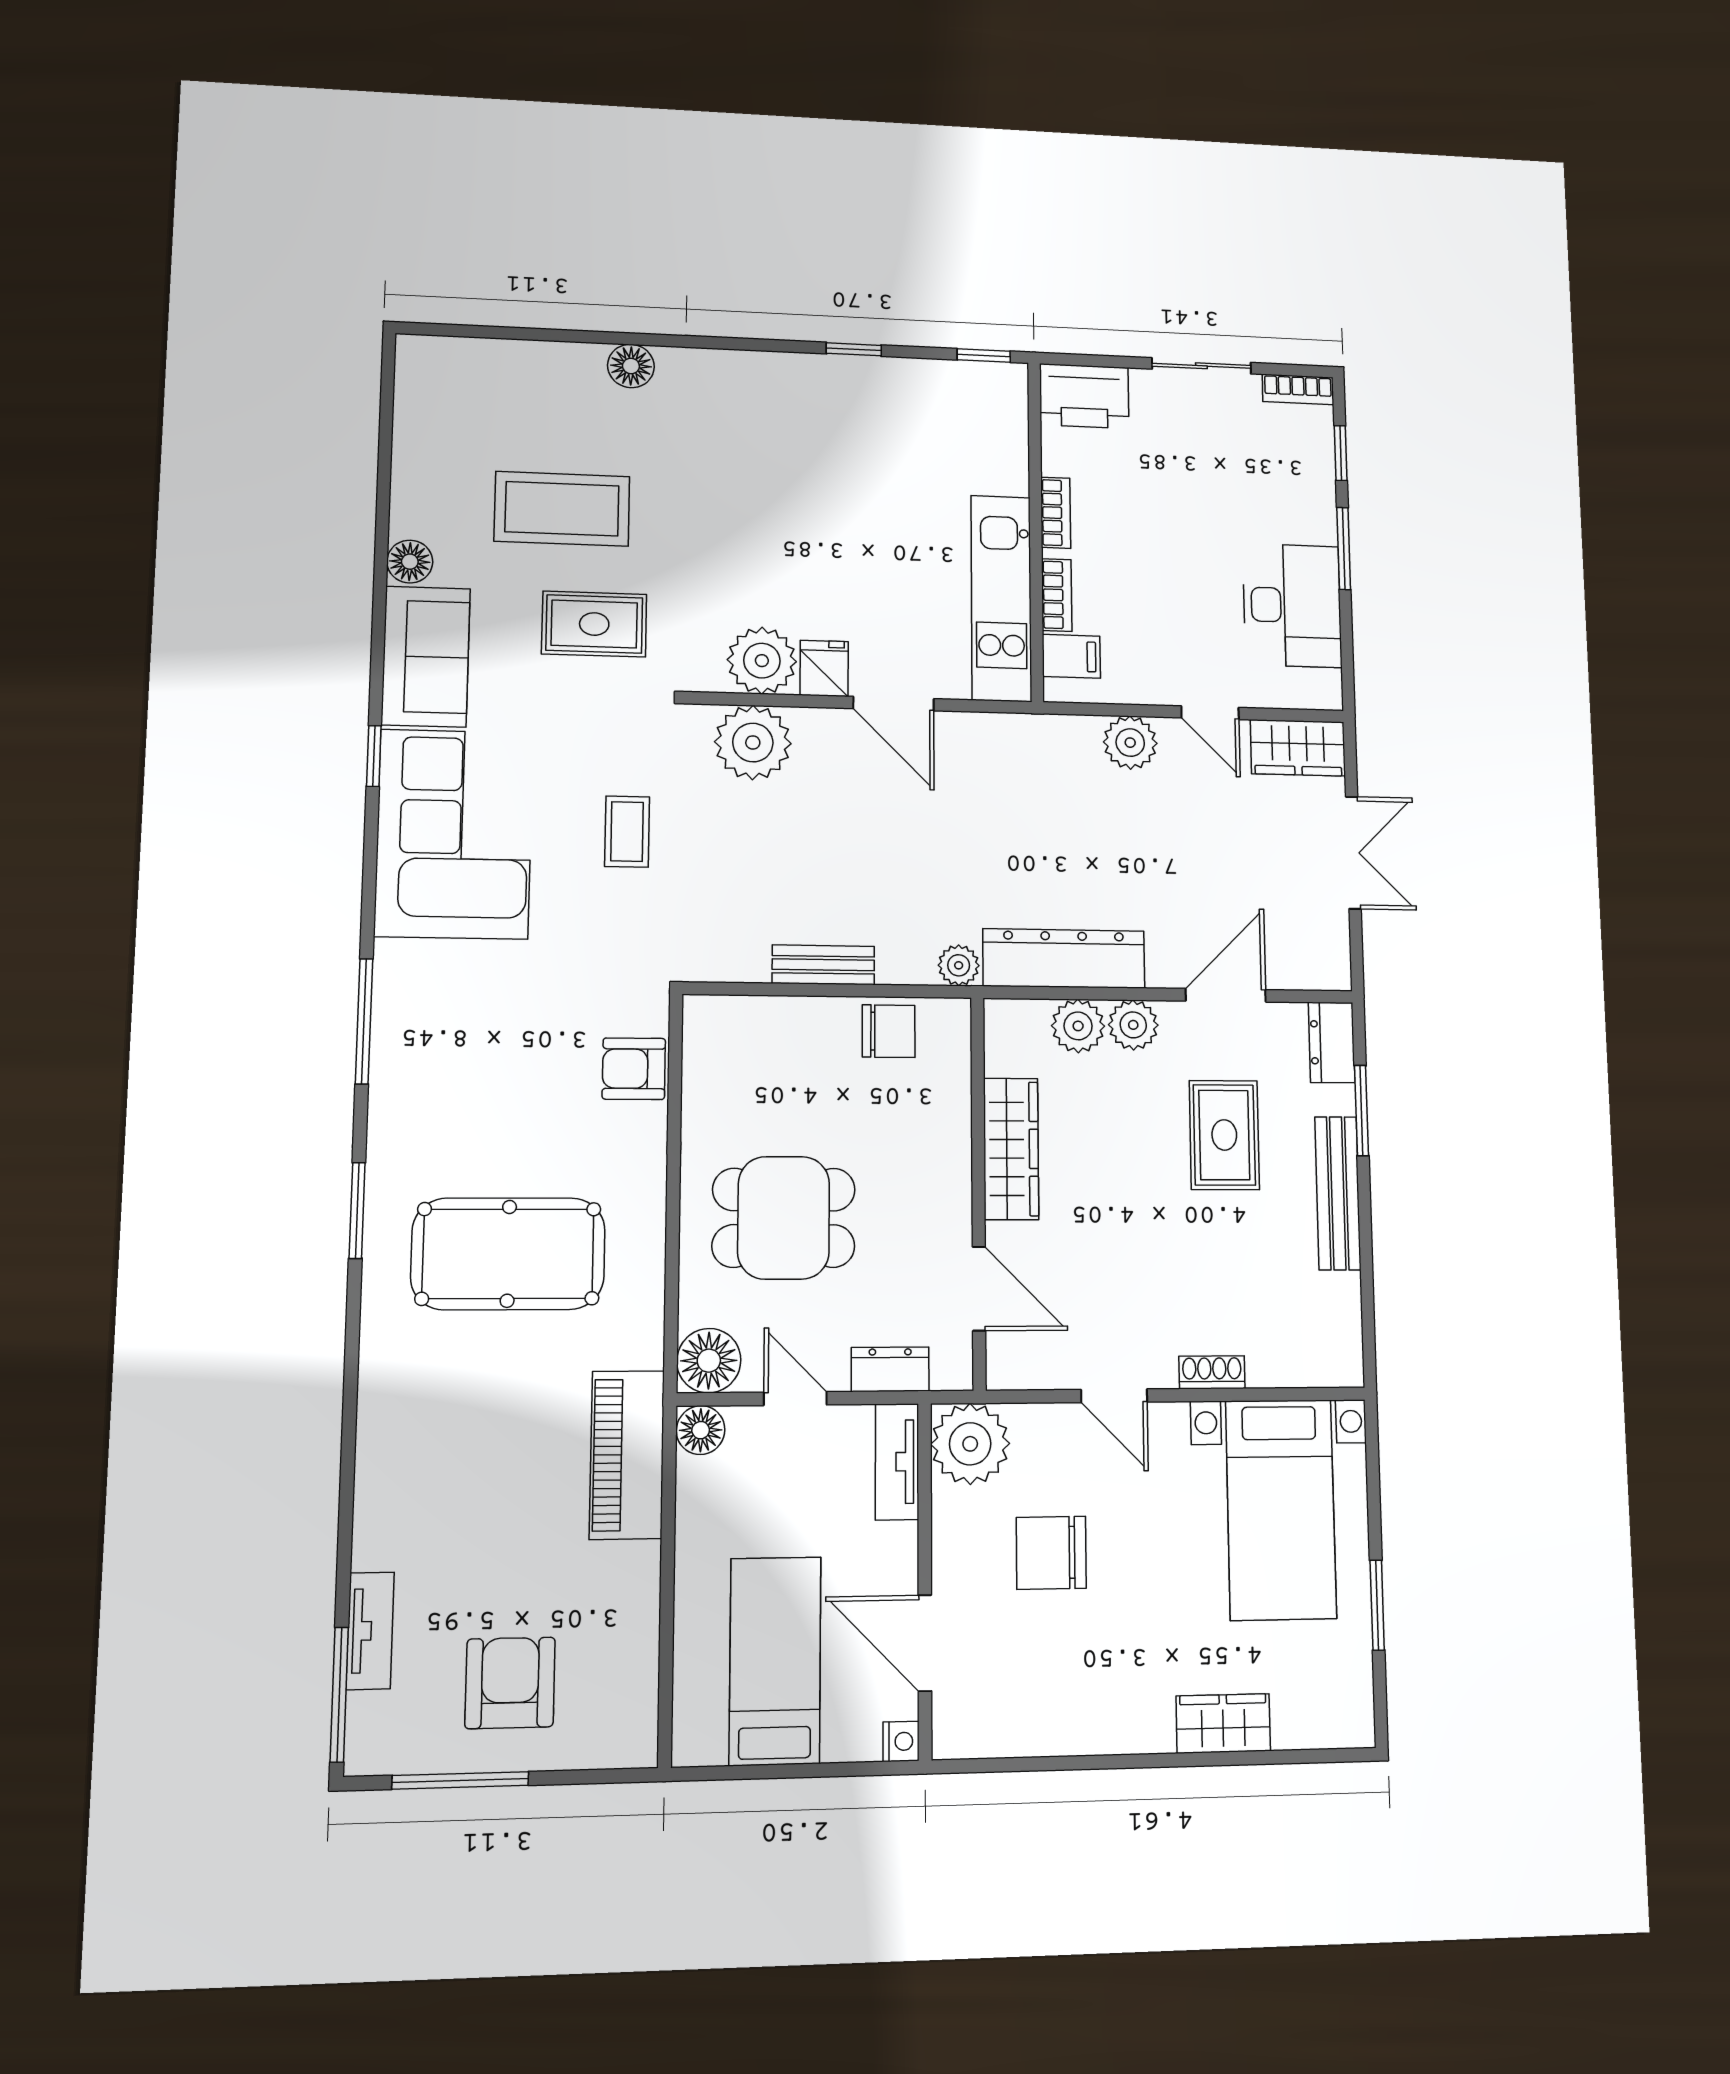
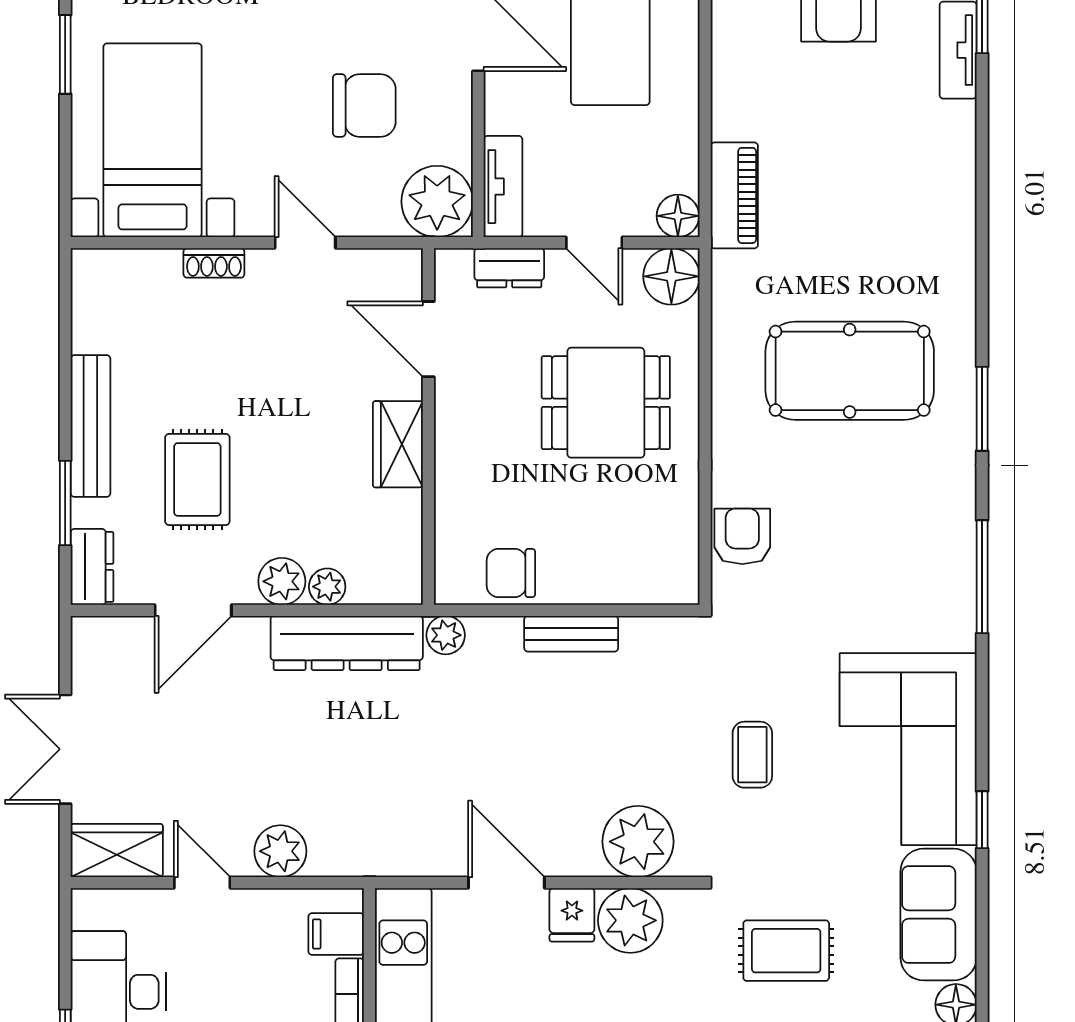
plant: (1078, 1026) -> (327, 587), width x0.73, depth x0.73
armchair: (634, 1069) -> (742, 536), turned -90
wardrobe: (1011, 1149) -> (398, 444), width x0.67
piano: (627, 1455) -> (734, 195), width x0.73, depth x0.75

